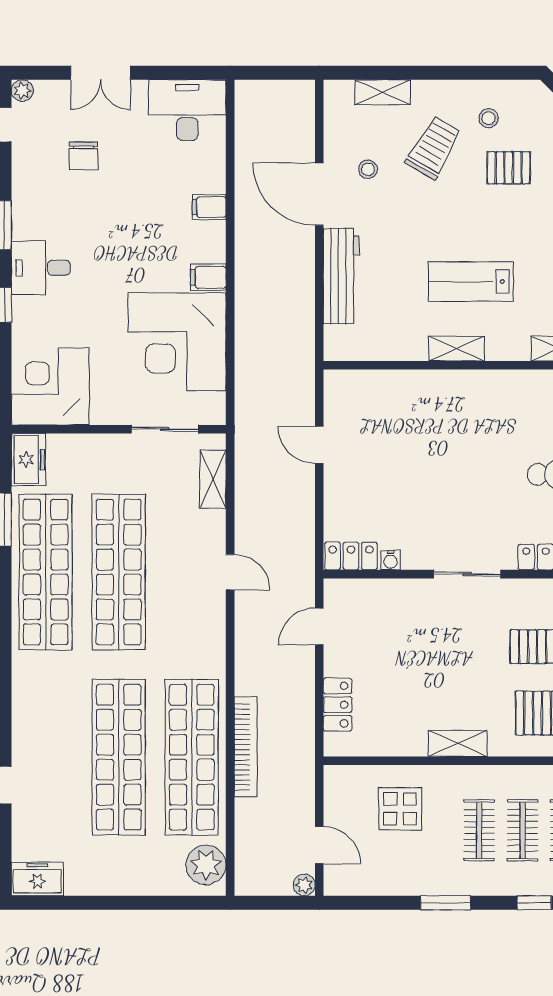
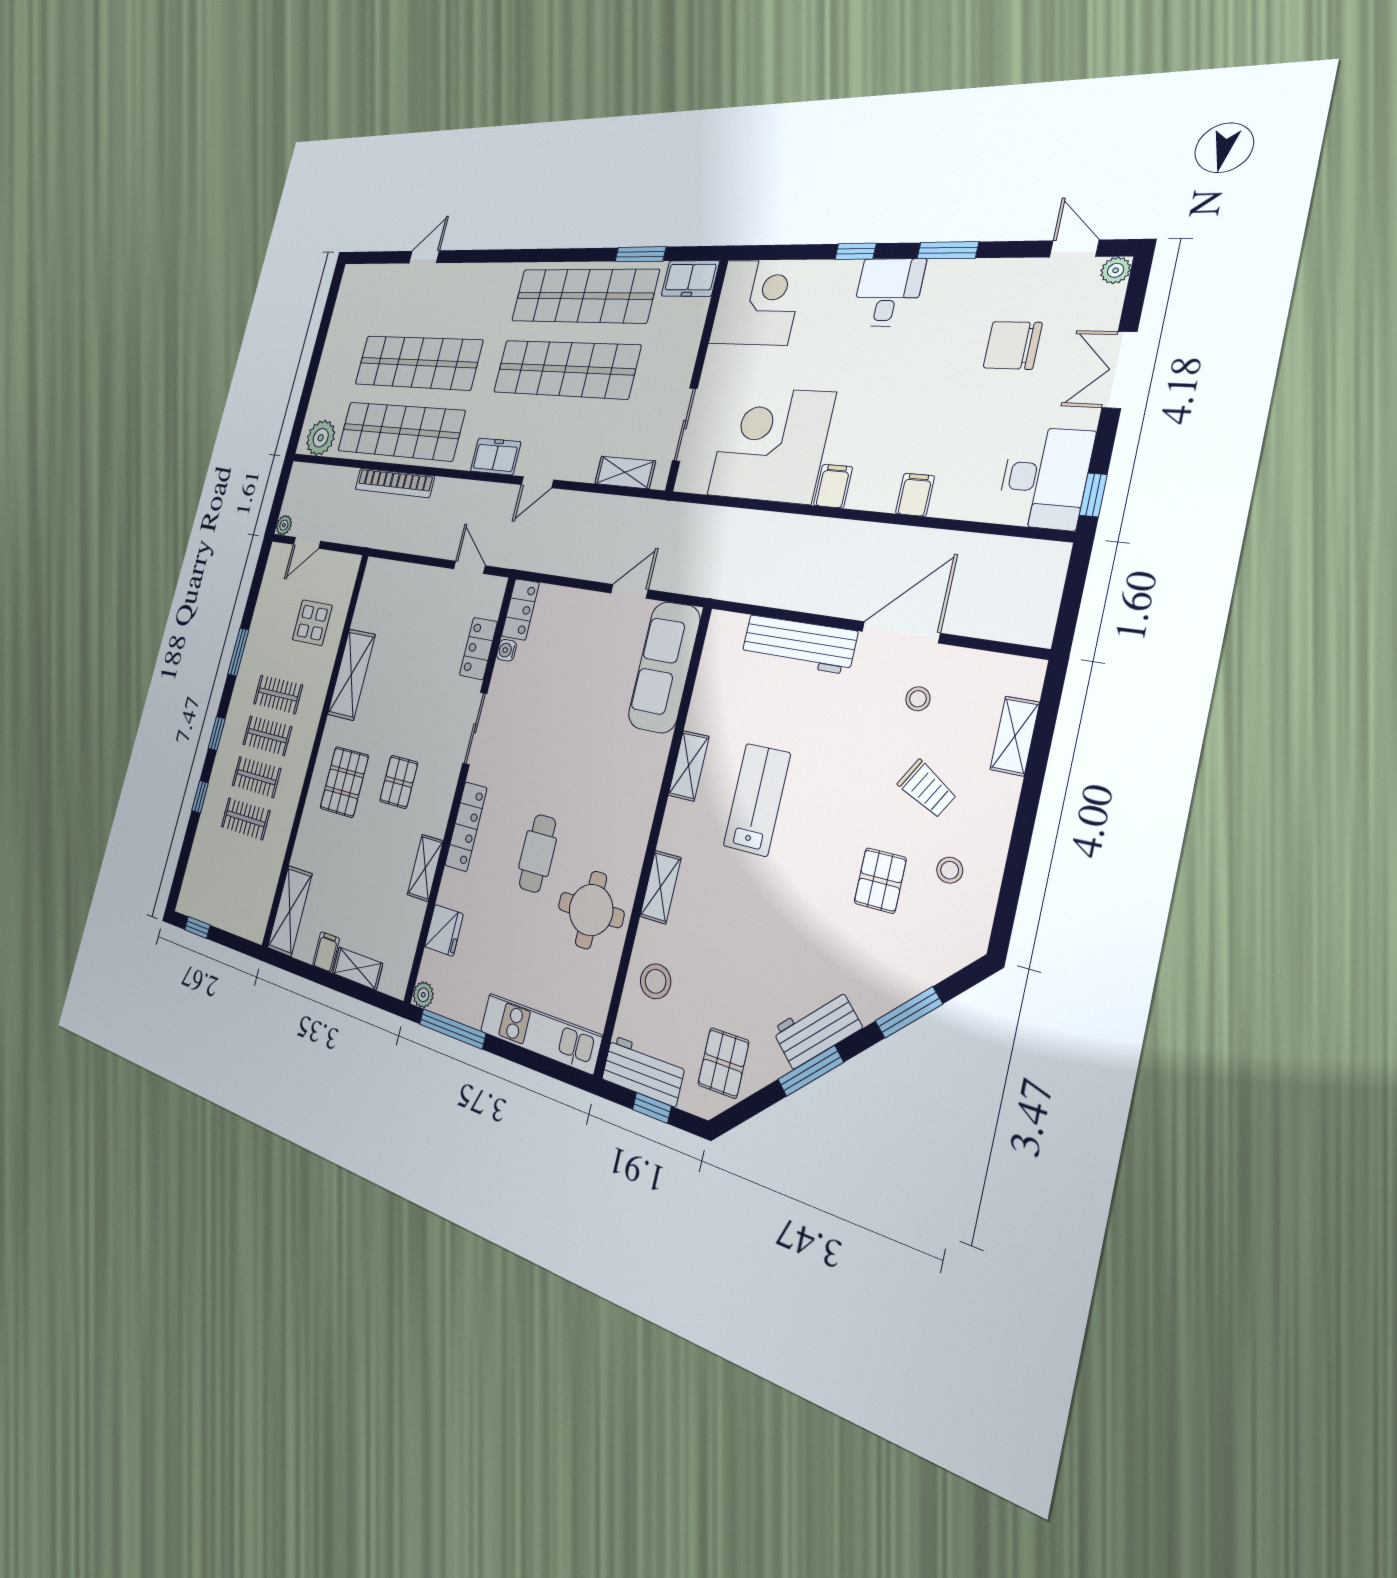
window: (197, 73) -> (1093, 495), added
trolley: (434, 148) -> (927, 789), width x0.73, depth x0.72
chair: (84, 156) -> (1013, 345), width x1.37, depth x1.37
sofa: (379, 393) -> (664, 667), added
locker: (338, 705) -> (478, 648), moved, turned 90
shelving: (458, 743) -> (351, 675), width x1.50, depth x1.33
freezer: (37, 879) -> (495, 456), moved, turned -90

